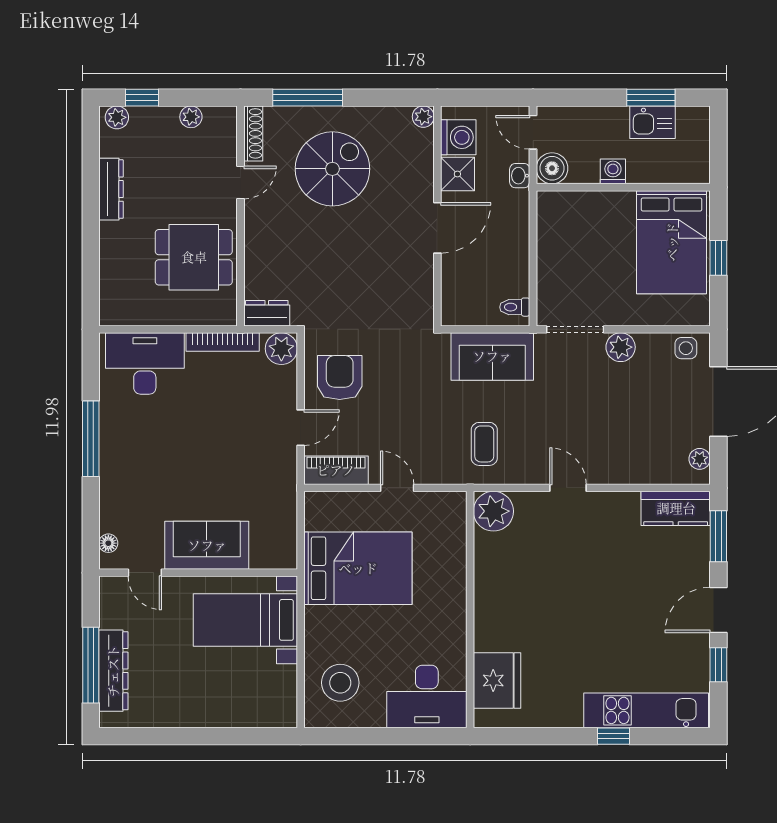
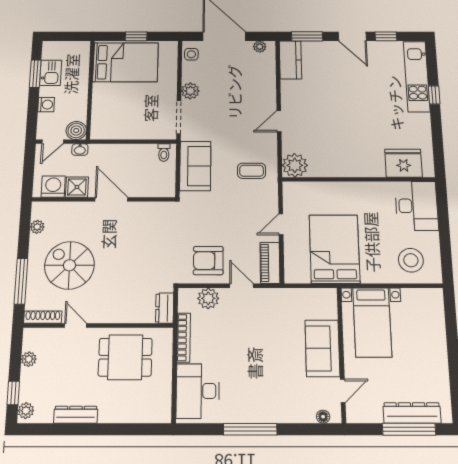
plant: (423, 117) -> (37, 227), moved
washing machine: (613, 171) -> (46, 105), moved, turned 180
dining table: (194, 257) -> (125, 357), turned 90
plant: (281, 349) -> (208, 298), moved

